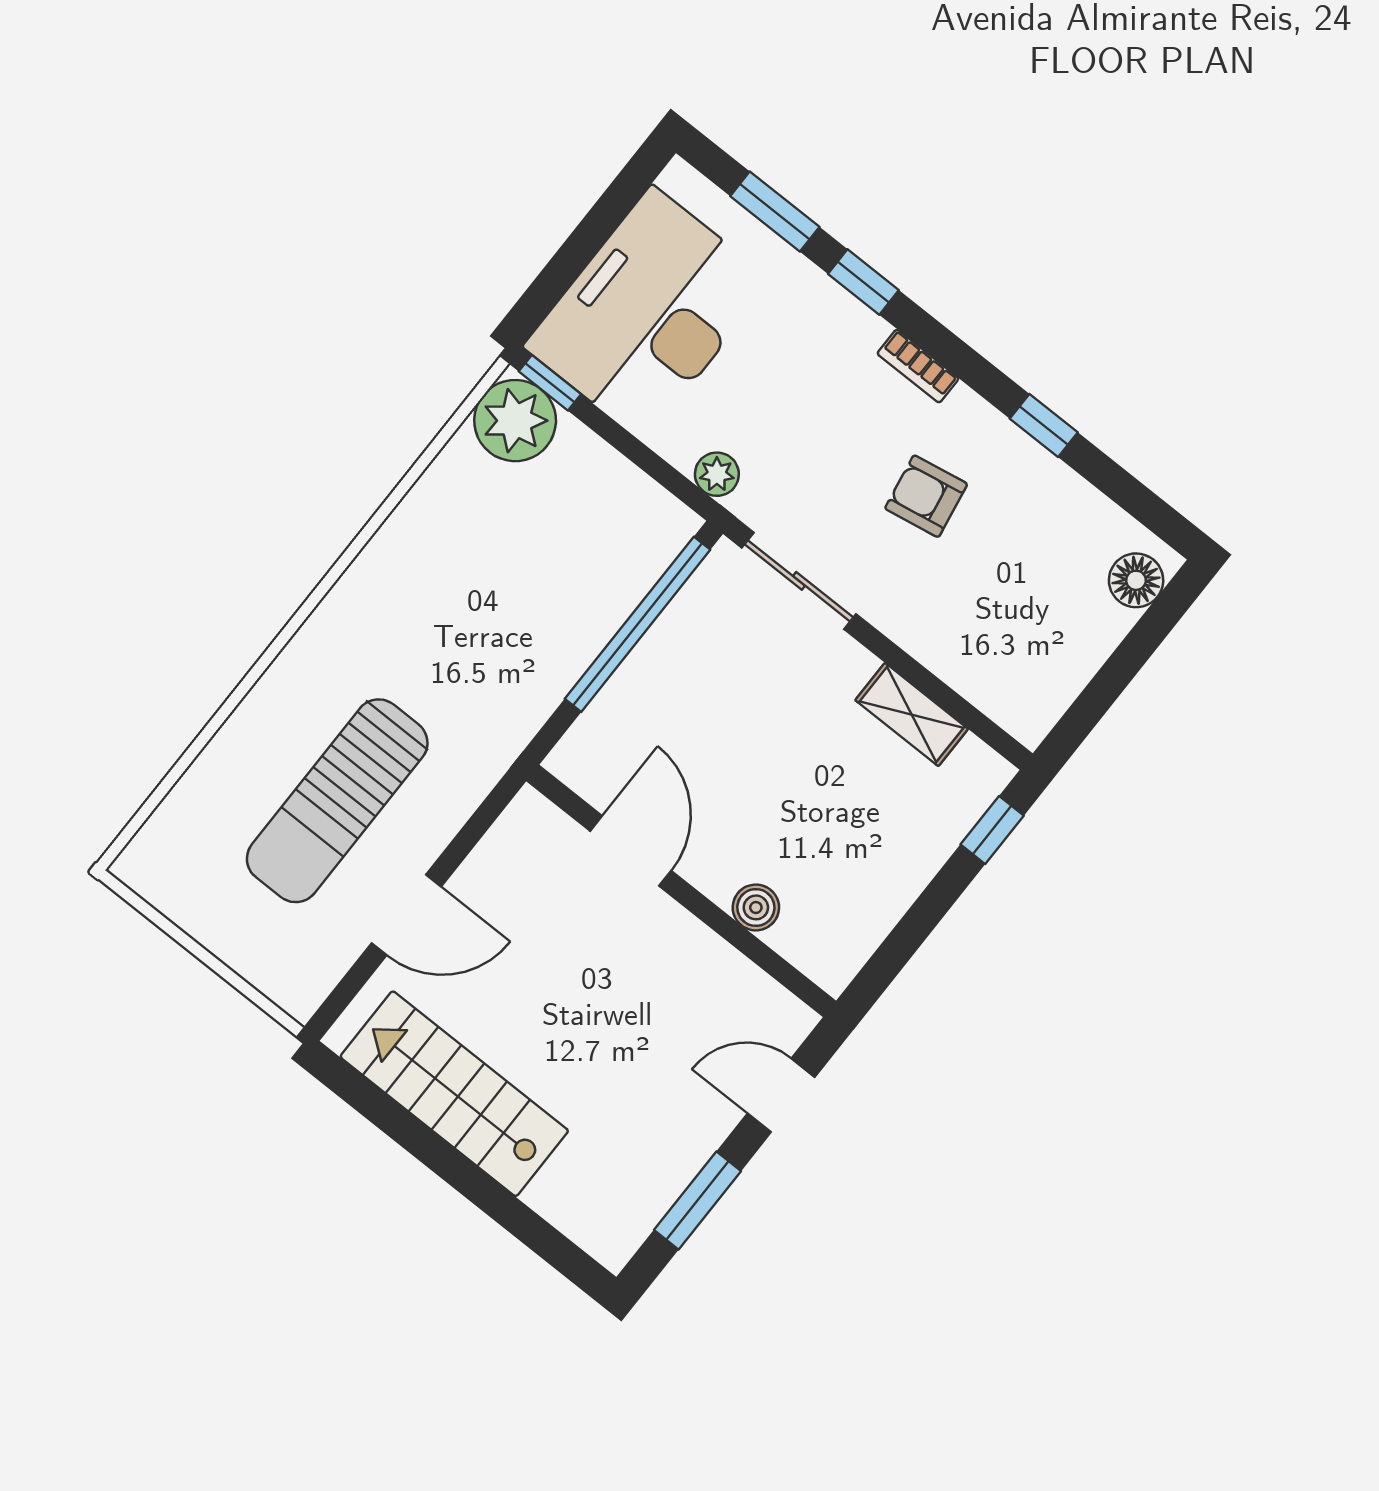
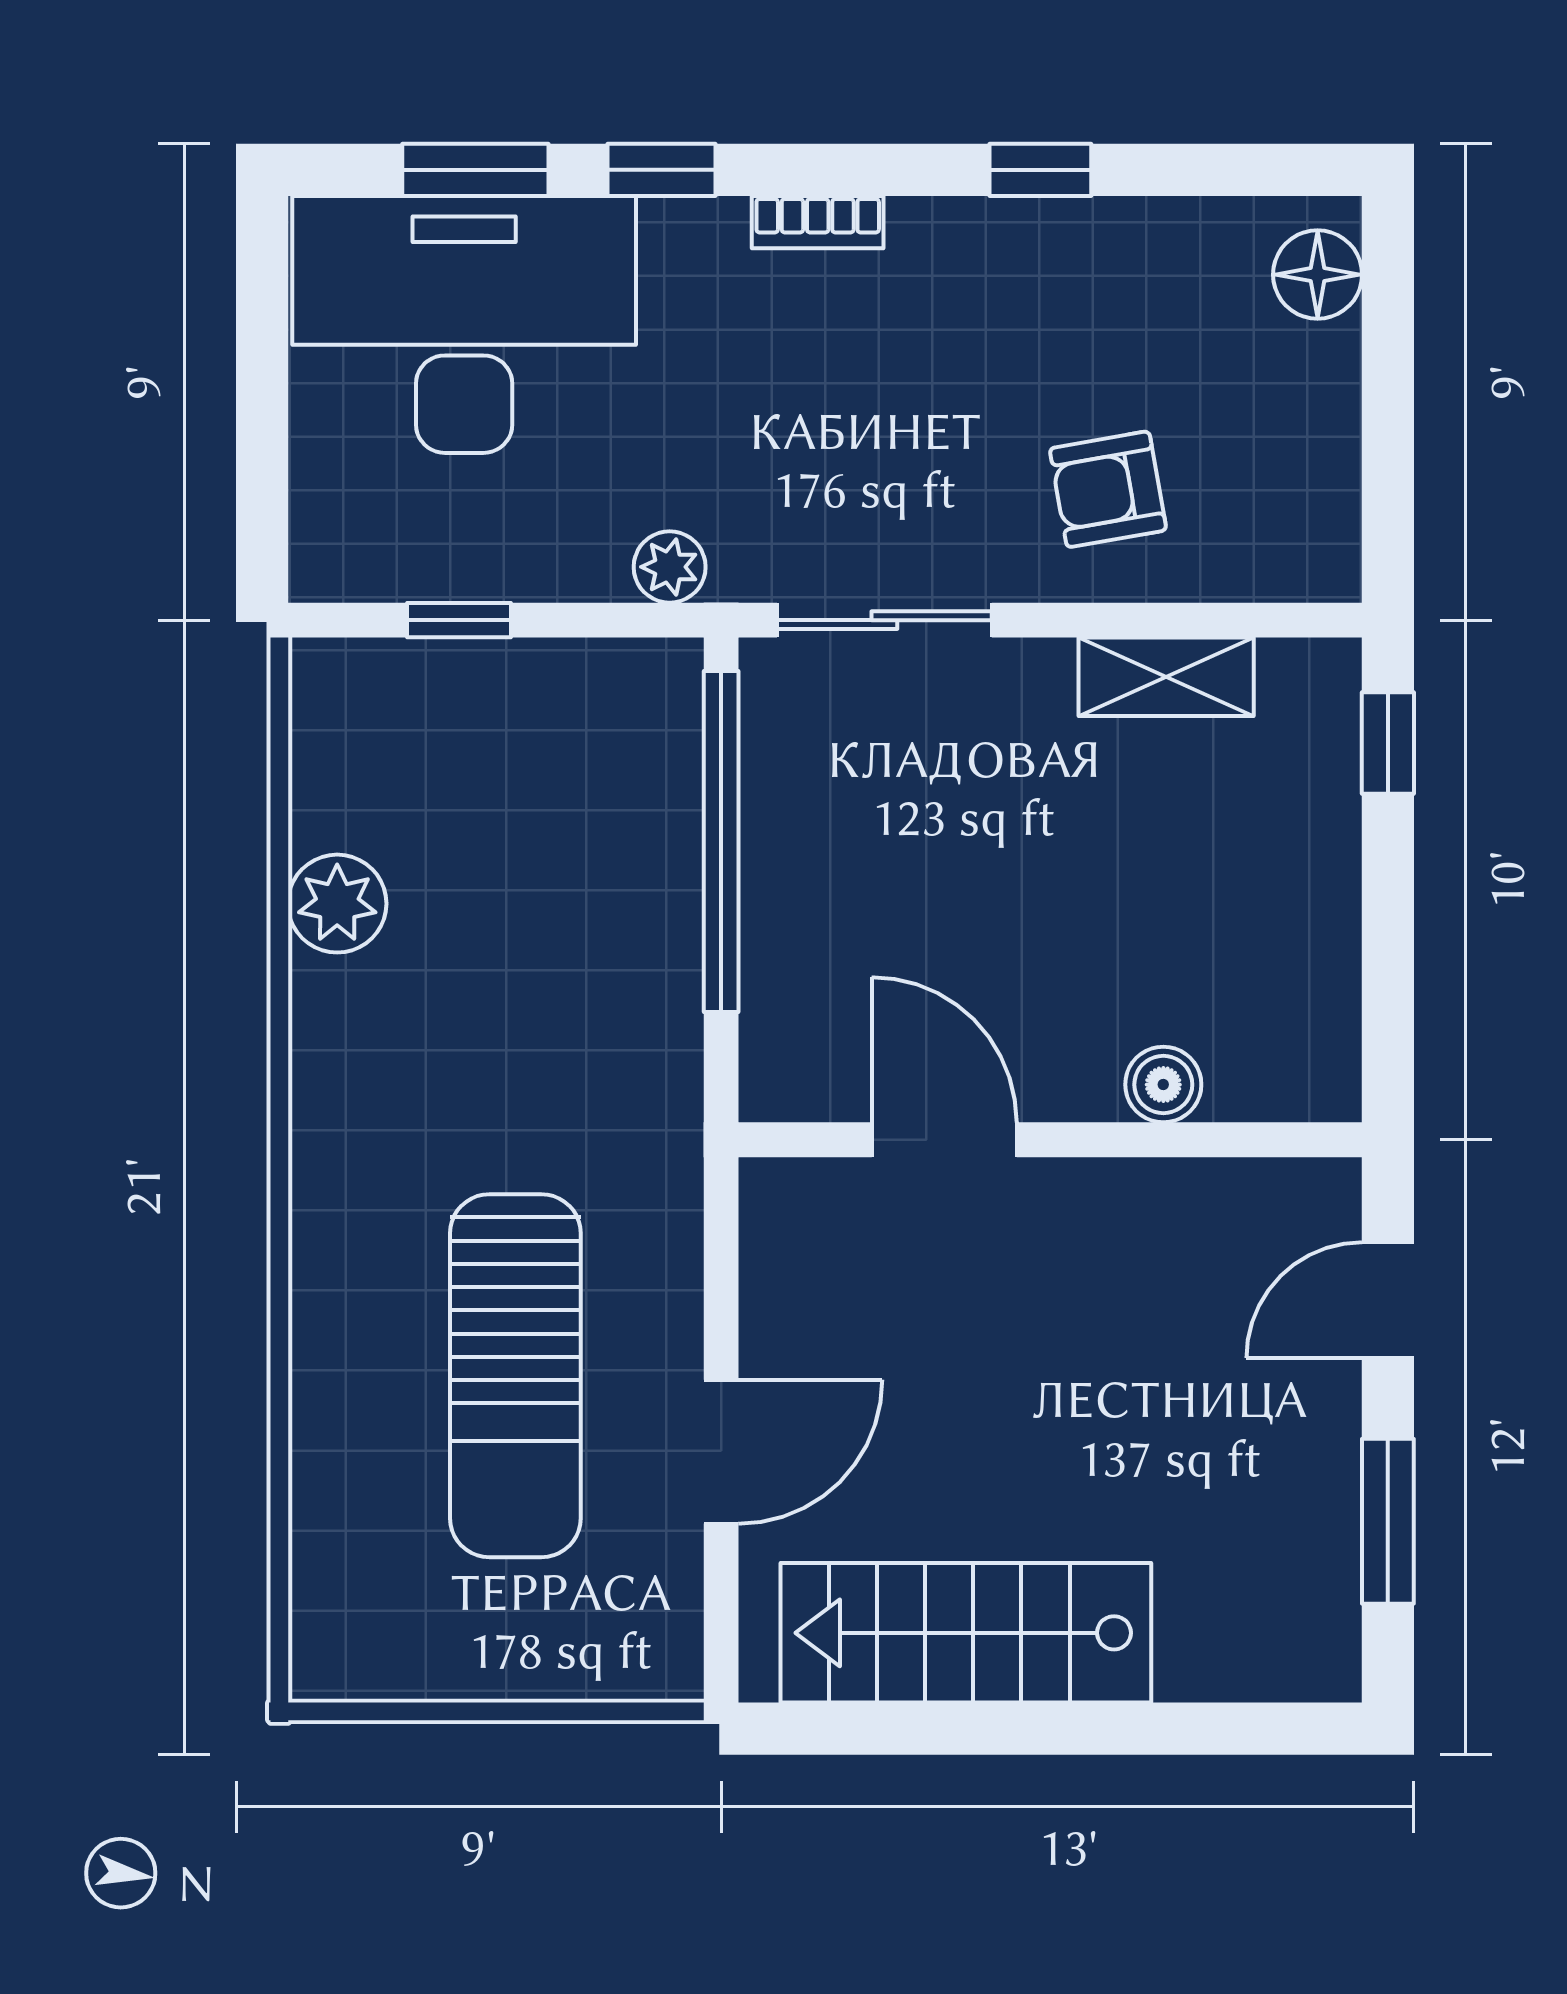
desk: (648, 314) -> (464, 324), moved, turned 90
window: (550, 383) -> (459, 620), moved
plant: (515, 421) -> (337, 904), moved, width x0.73, depth x0.73
armchair: (926, 496) -> (1108, 489), moved

